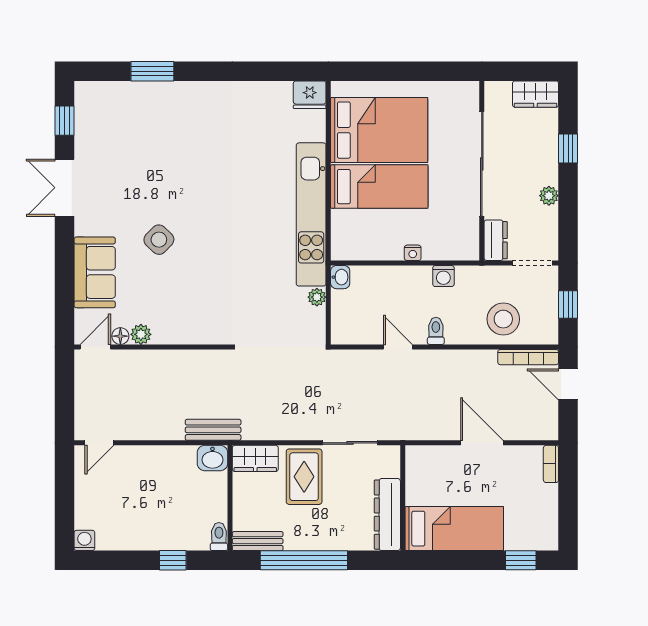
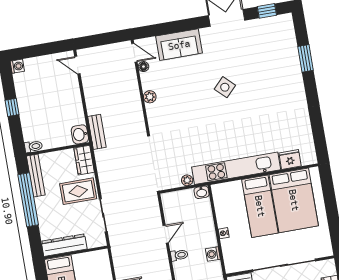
fridge: (310, 95) -> (290, 160), moved, turned 90
side table: (159, 240) -> (225, 87), moved
plant: (141, 334) -> (150, 97), moved
bench: (258, 541) -> (36, 176), width x1.36
window: (173, 560) -> (12, 107), moved

